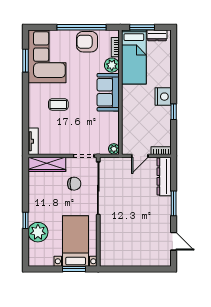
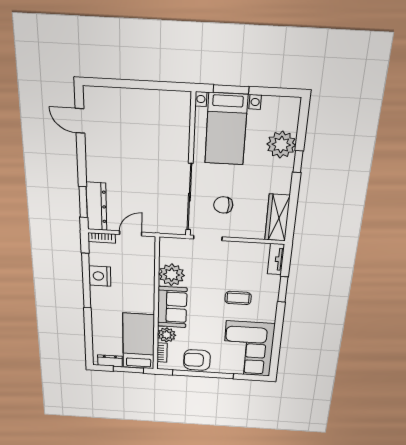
armchair: (87, 42) -> (197, 360), turned 180
window: (25, 61) -> (283, 289), moved
nightstand: (163, 97) -> (100, 276), moved
window: (174, 112) -> (86, 281), width x3.17
plant: (114, 149) -> (172, 275), moved, width x1.87, depth x1.87
wardrobe: (47, 164) -> (277, 218), moved, turned -90
window: (174, 203) -> (83, 202), moved

